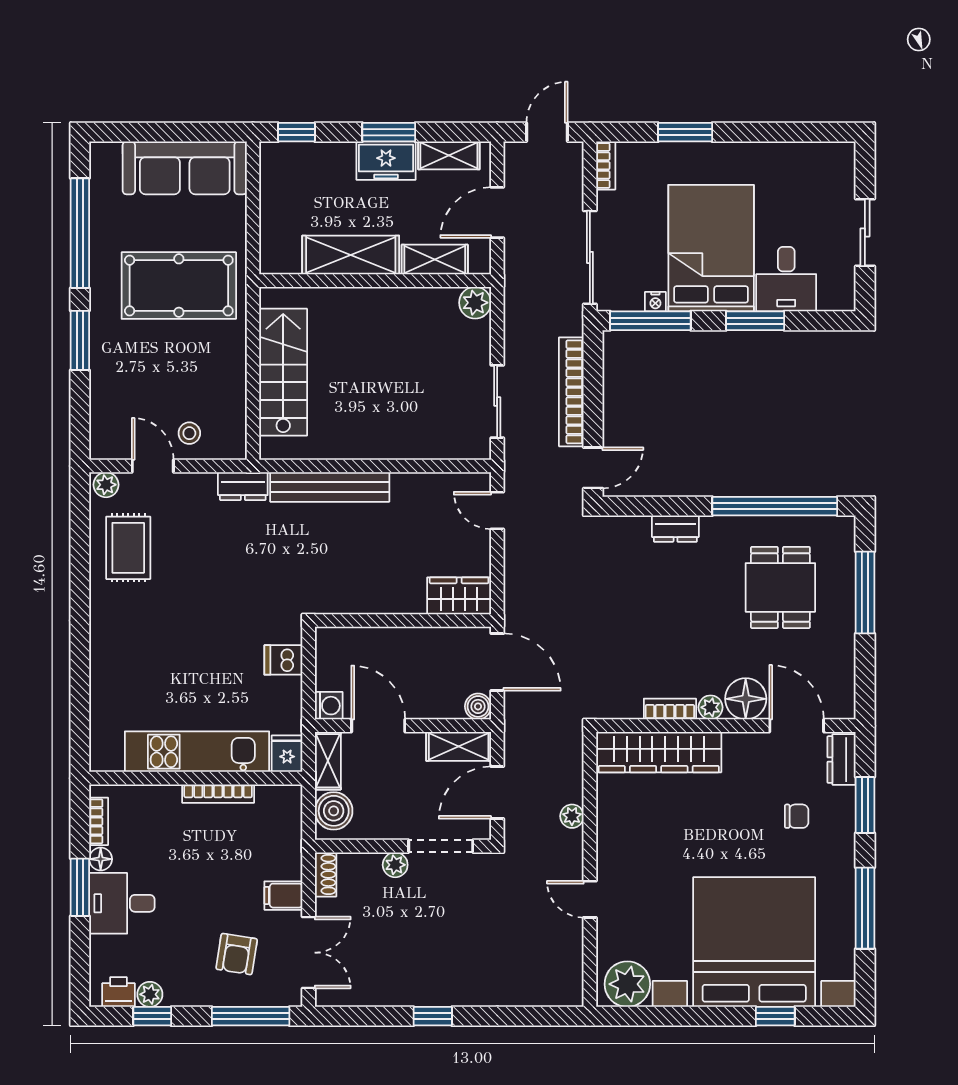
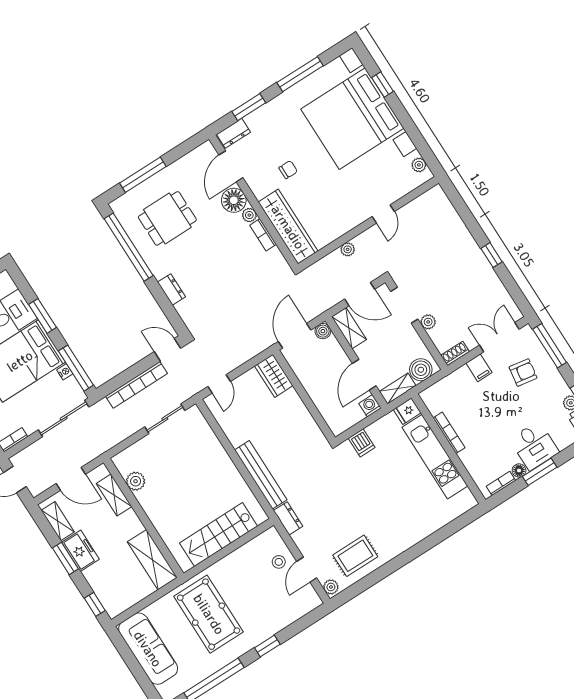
shelving: (351, 255) -> (152, 560), moved
plant: (475, 303) -> (136, 481), moved
window: (80, 340) -> (267, 646), width x0.67
chair: (797, 816) -> (288, 170), moved, turned 90
plant: (627, 984) -> (419, 165), width x0.53, depth x0.53

